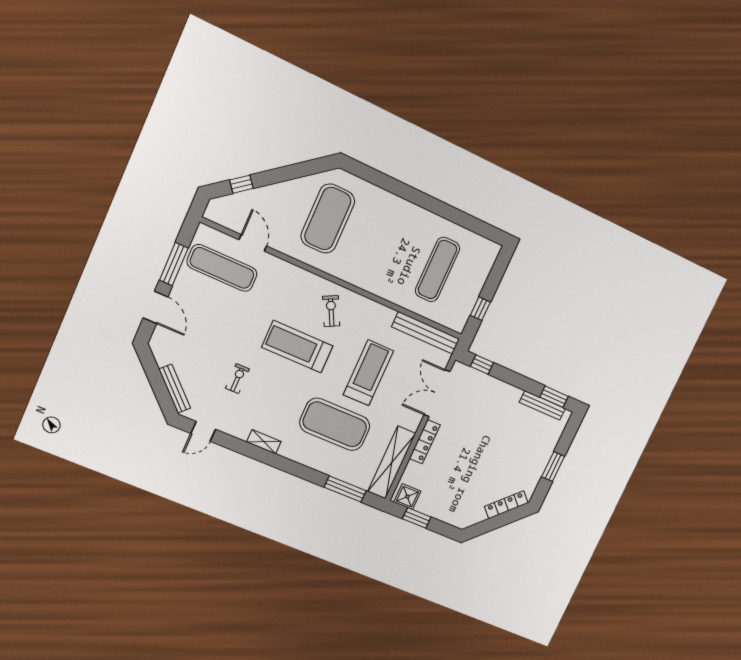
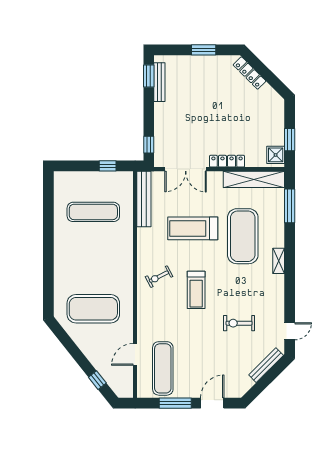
treadmill: (297, 347) -> (196, 290), width x0.73, depth x0.73
exercise bike: (237, 379) -> (239, 323), width x1.38, depth x1.39
door: (203, 431) -> (290, 331), hinge flipped
shelving: (264, 442) -> (279, 261), moved

